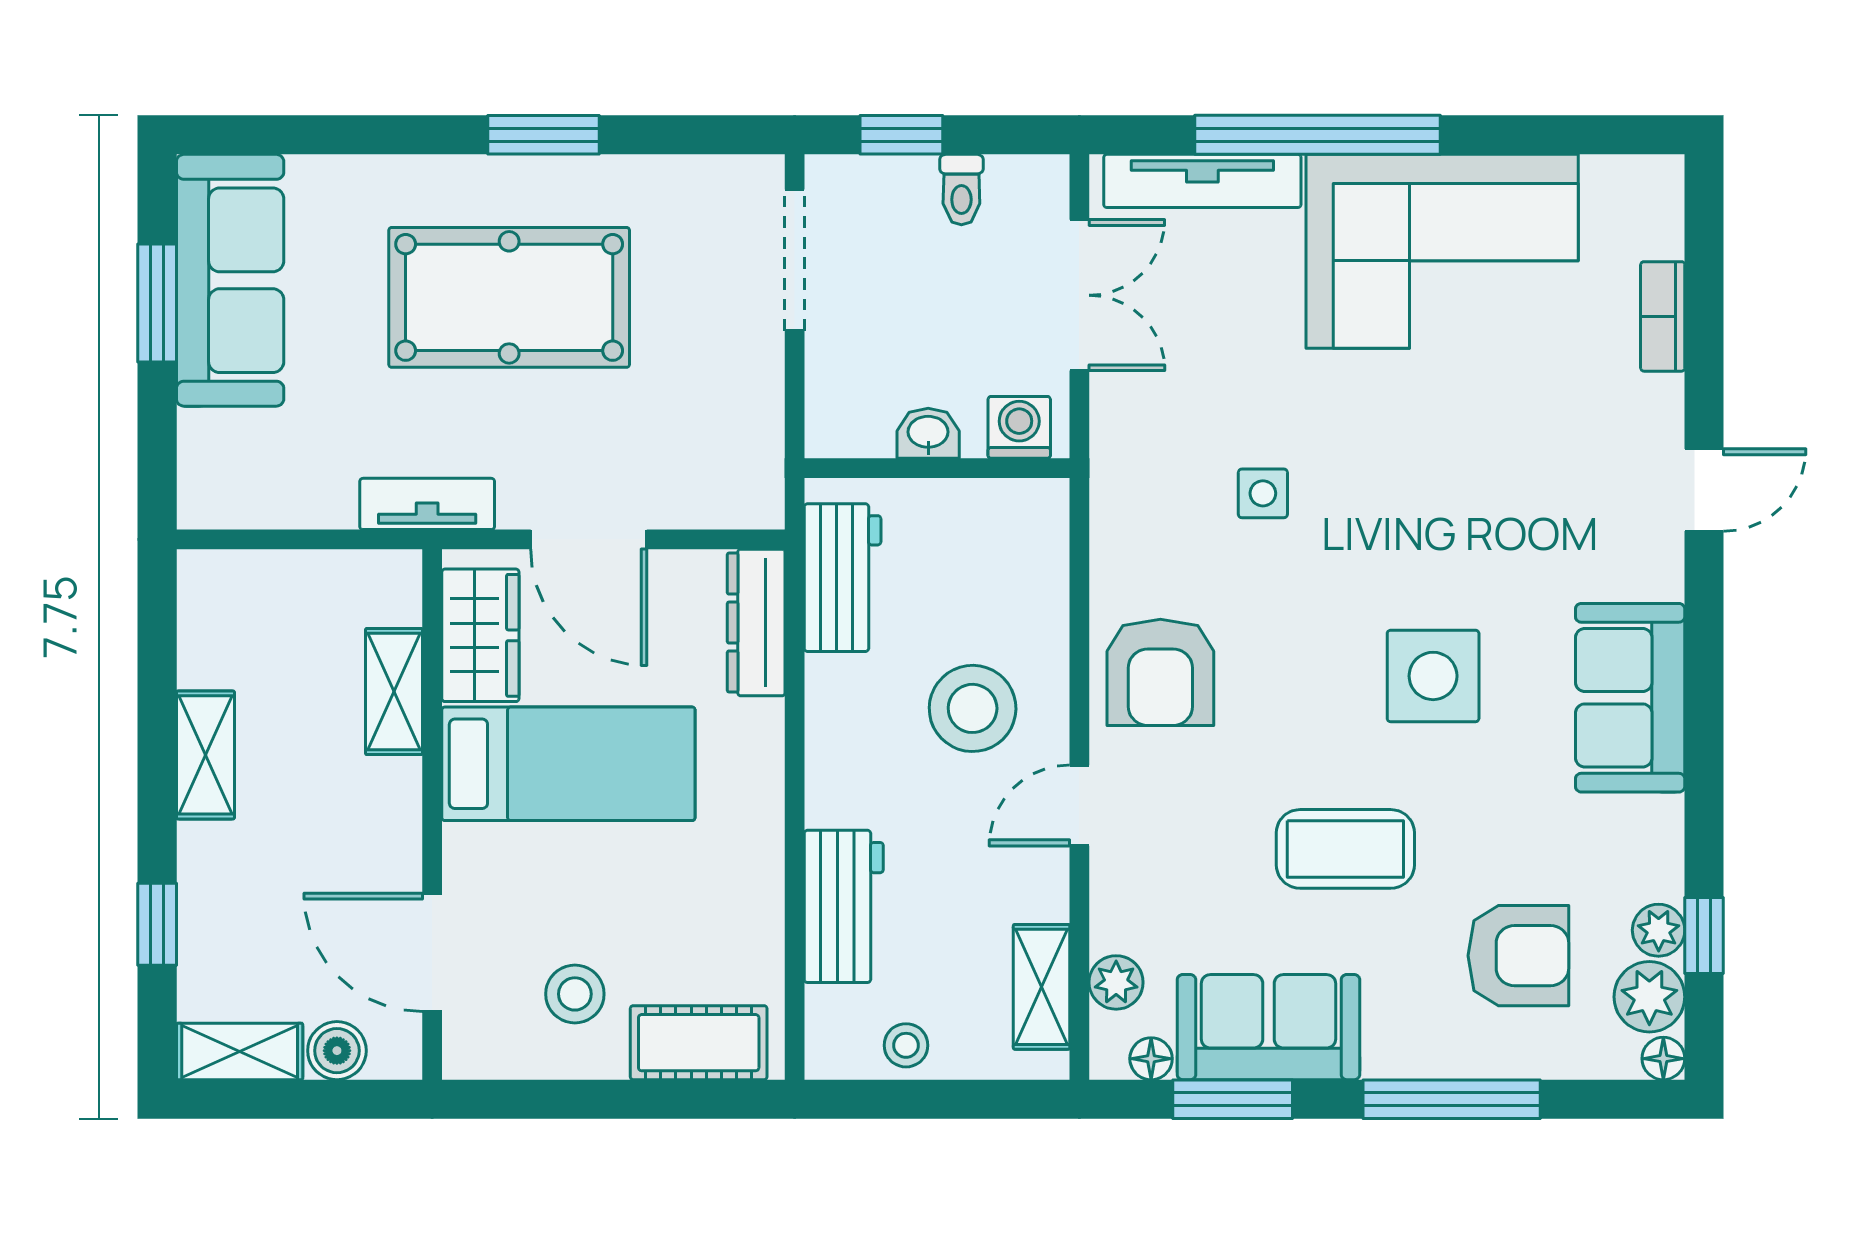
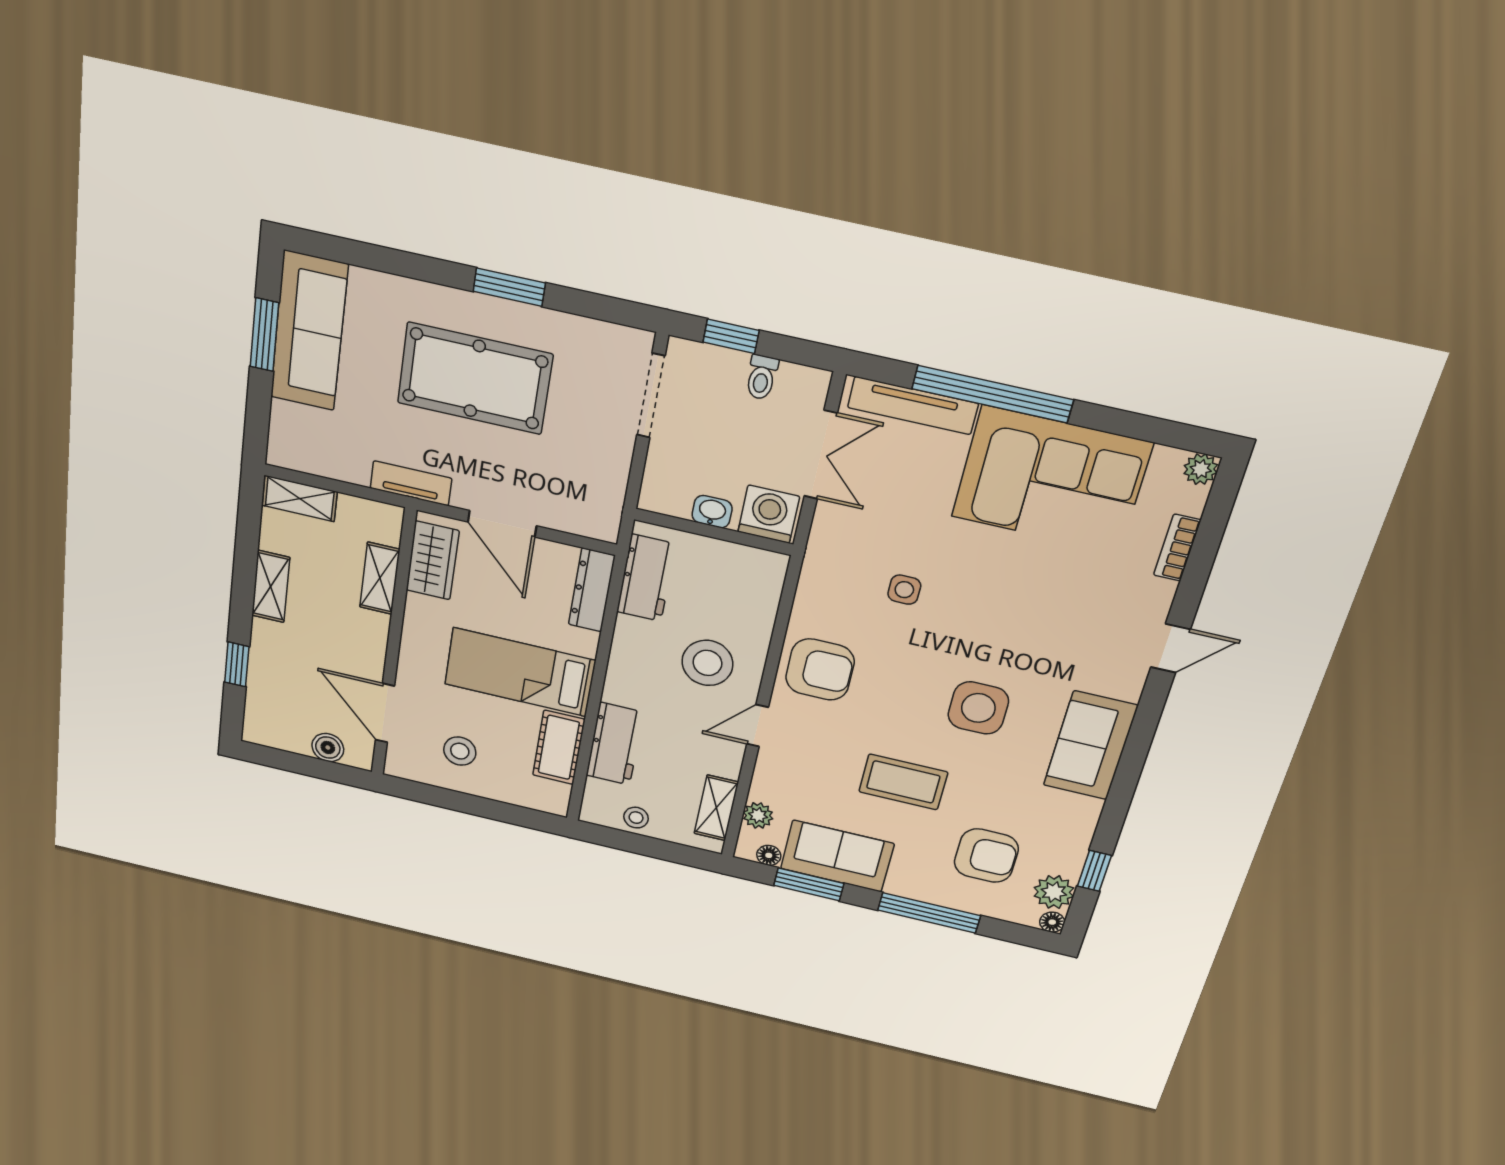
washing machine: (1019, 427) -> (769, 514), width x1.38, depth x1.38
armchair: (1160, 672) -> (820, 670), turned -90
bed: (568, 764) -> (520, 672), moved, turned 180
plant: (1659, 930) -> (1201, 469), moved
cot: (699, 1043) -> (559, 747), moved, turned 90
shelving: (240, 1051) -> (300, 499), moved

